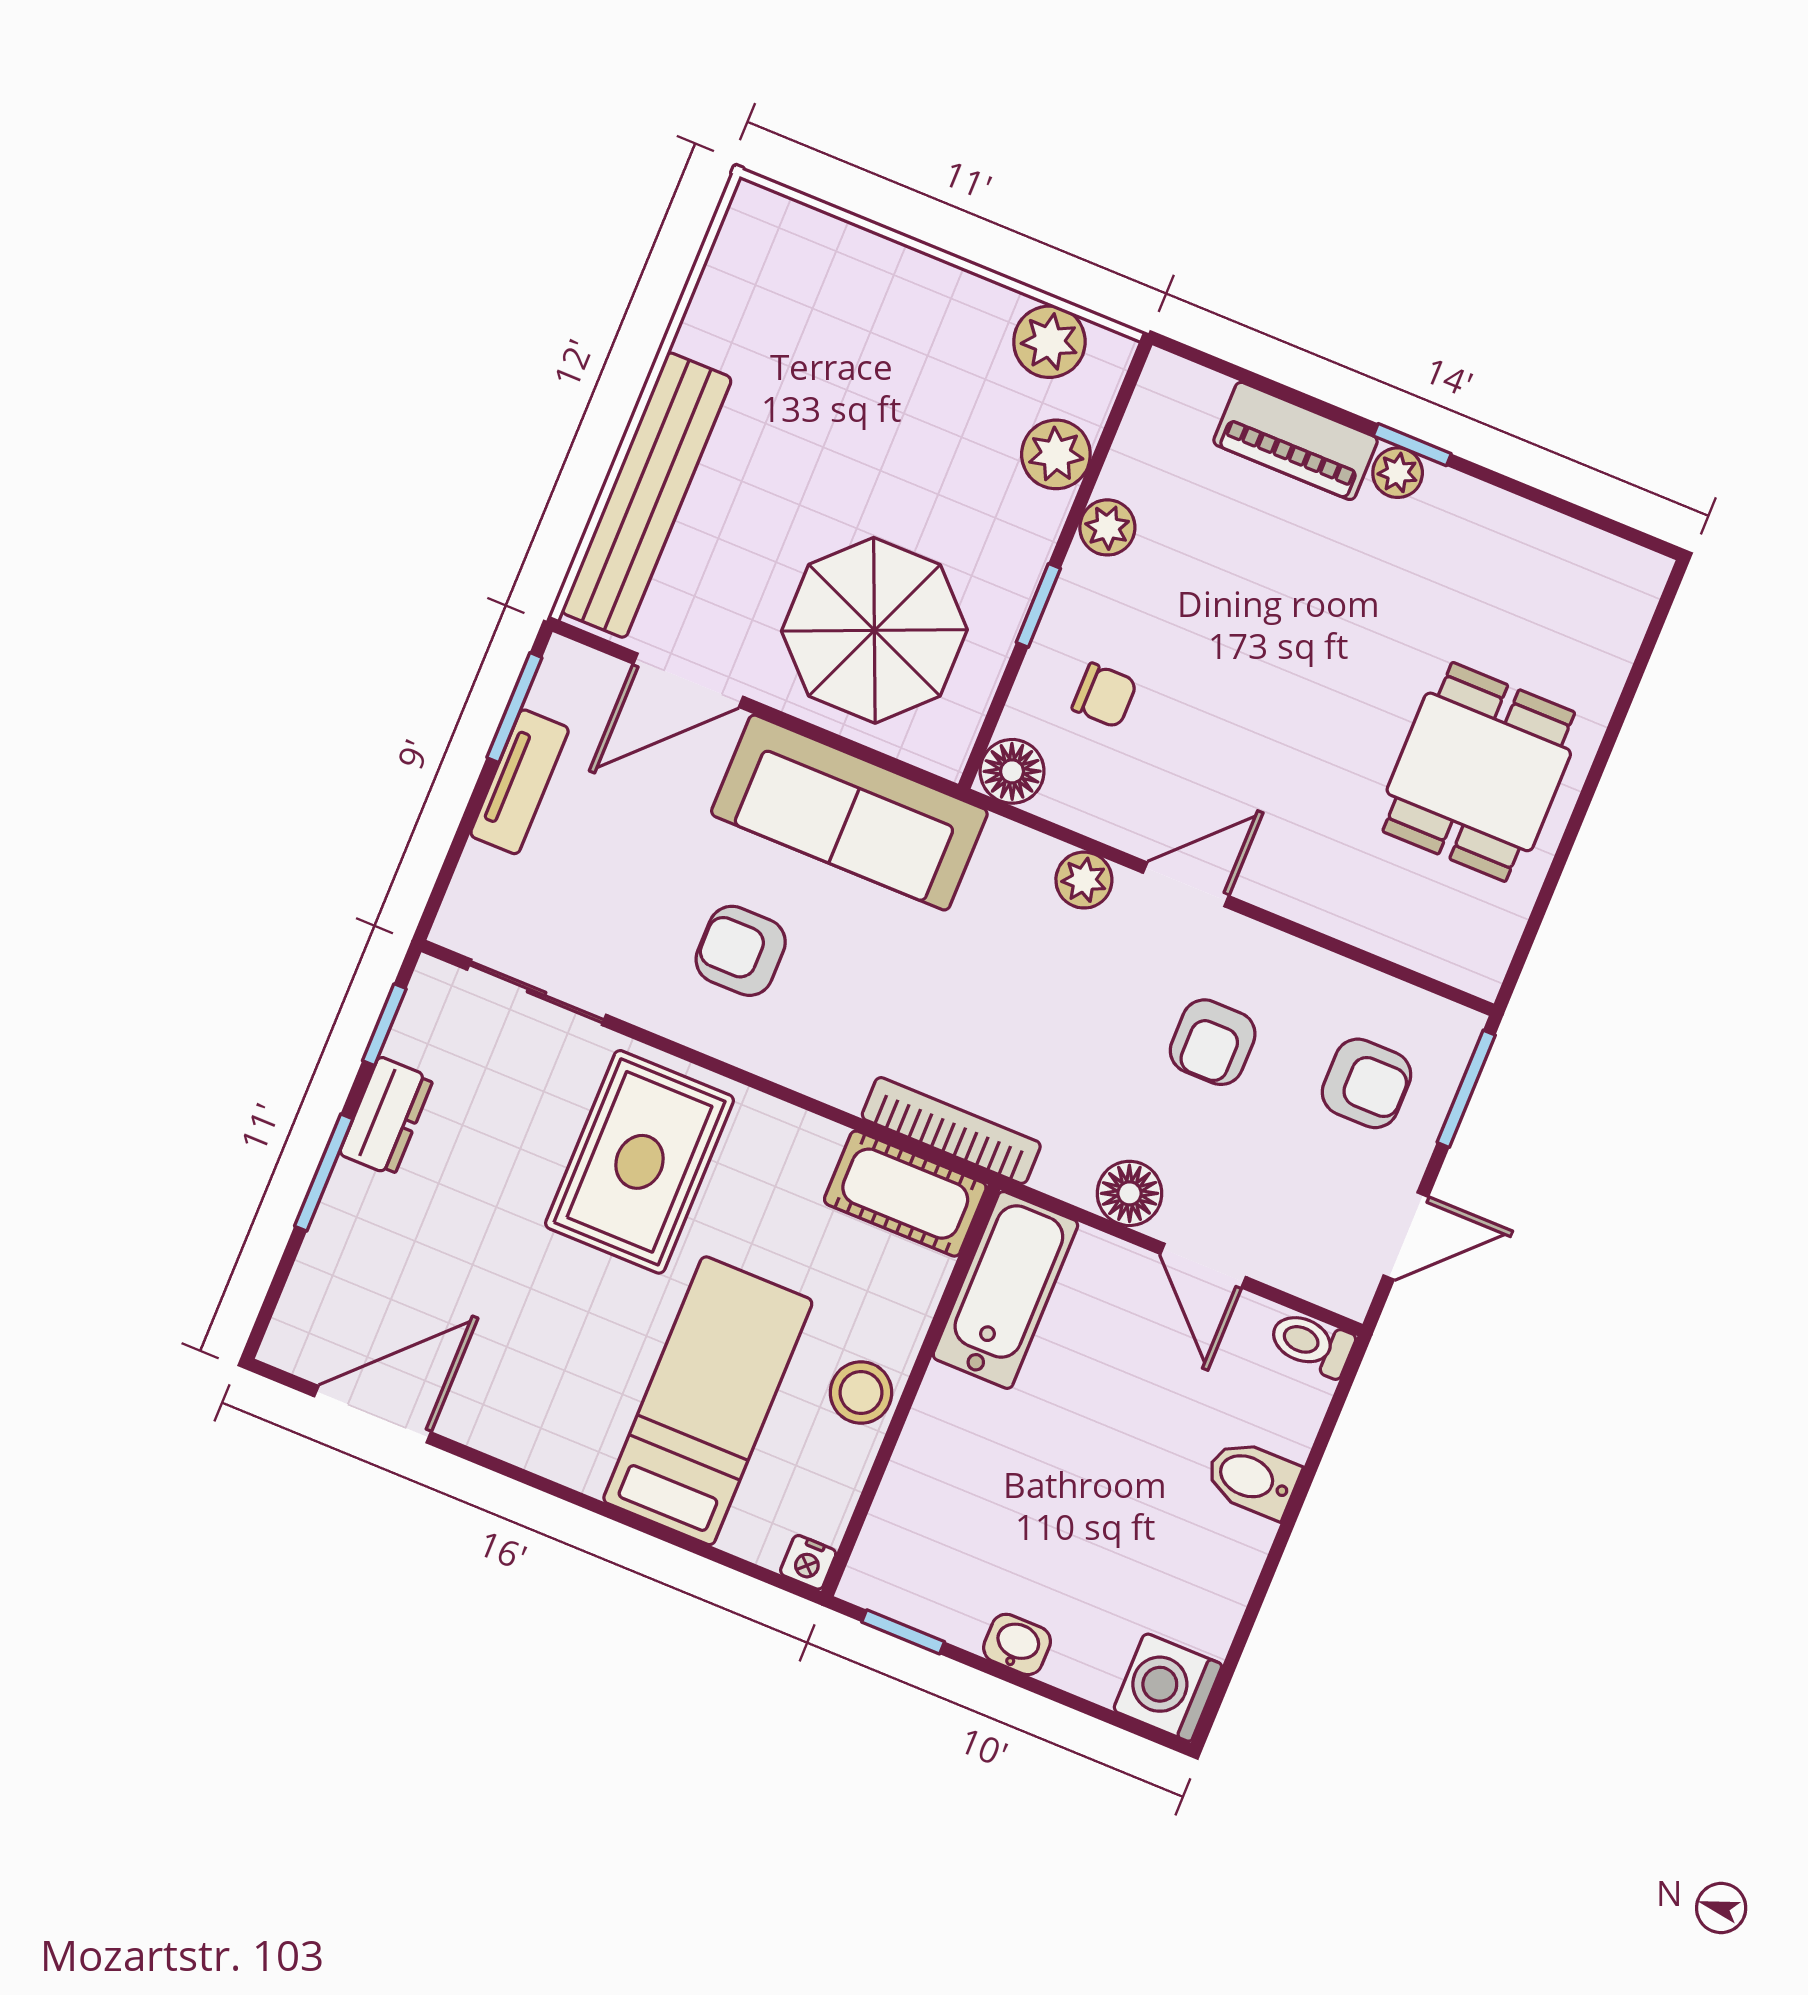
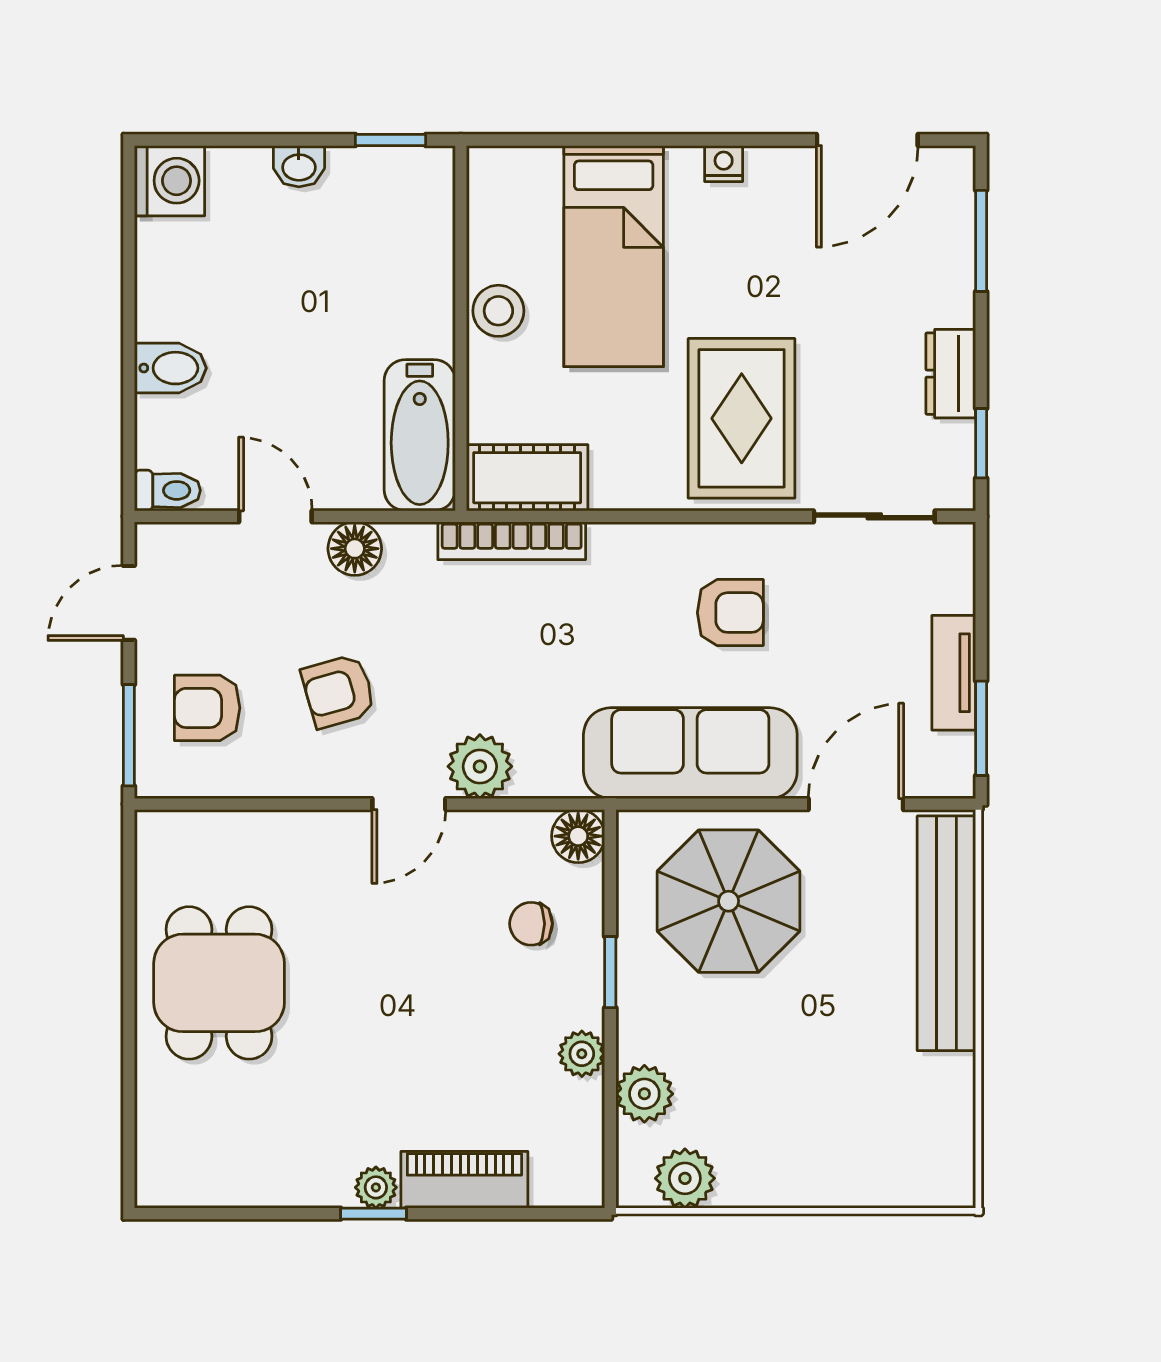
plant: (1084, 880) -> (480, 766), width x1.38, depth x1.38
armchair: (1213, 1042) -> (338, 691), turned -106
window: (324, 1173) -> (981, 241), moved
nightstand: (808, 1562) -> (724, 164), moved

